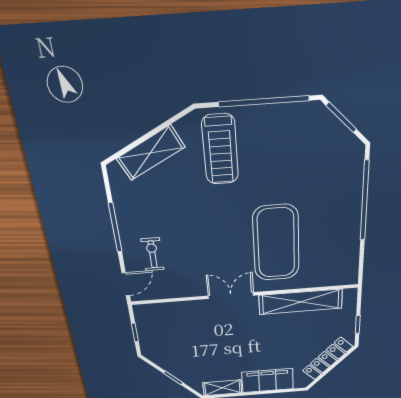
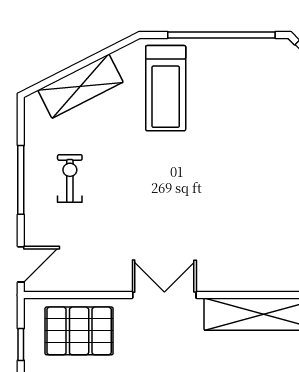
exercise mat: (276, 243) -> (231, 219), removed
exercise bike: (152, 254) -> (70, 178), moved
pallet: (174, 322) -> (79, 331), added

